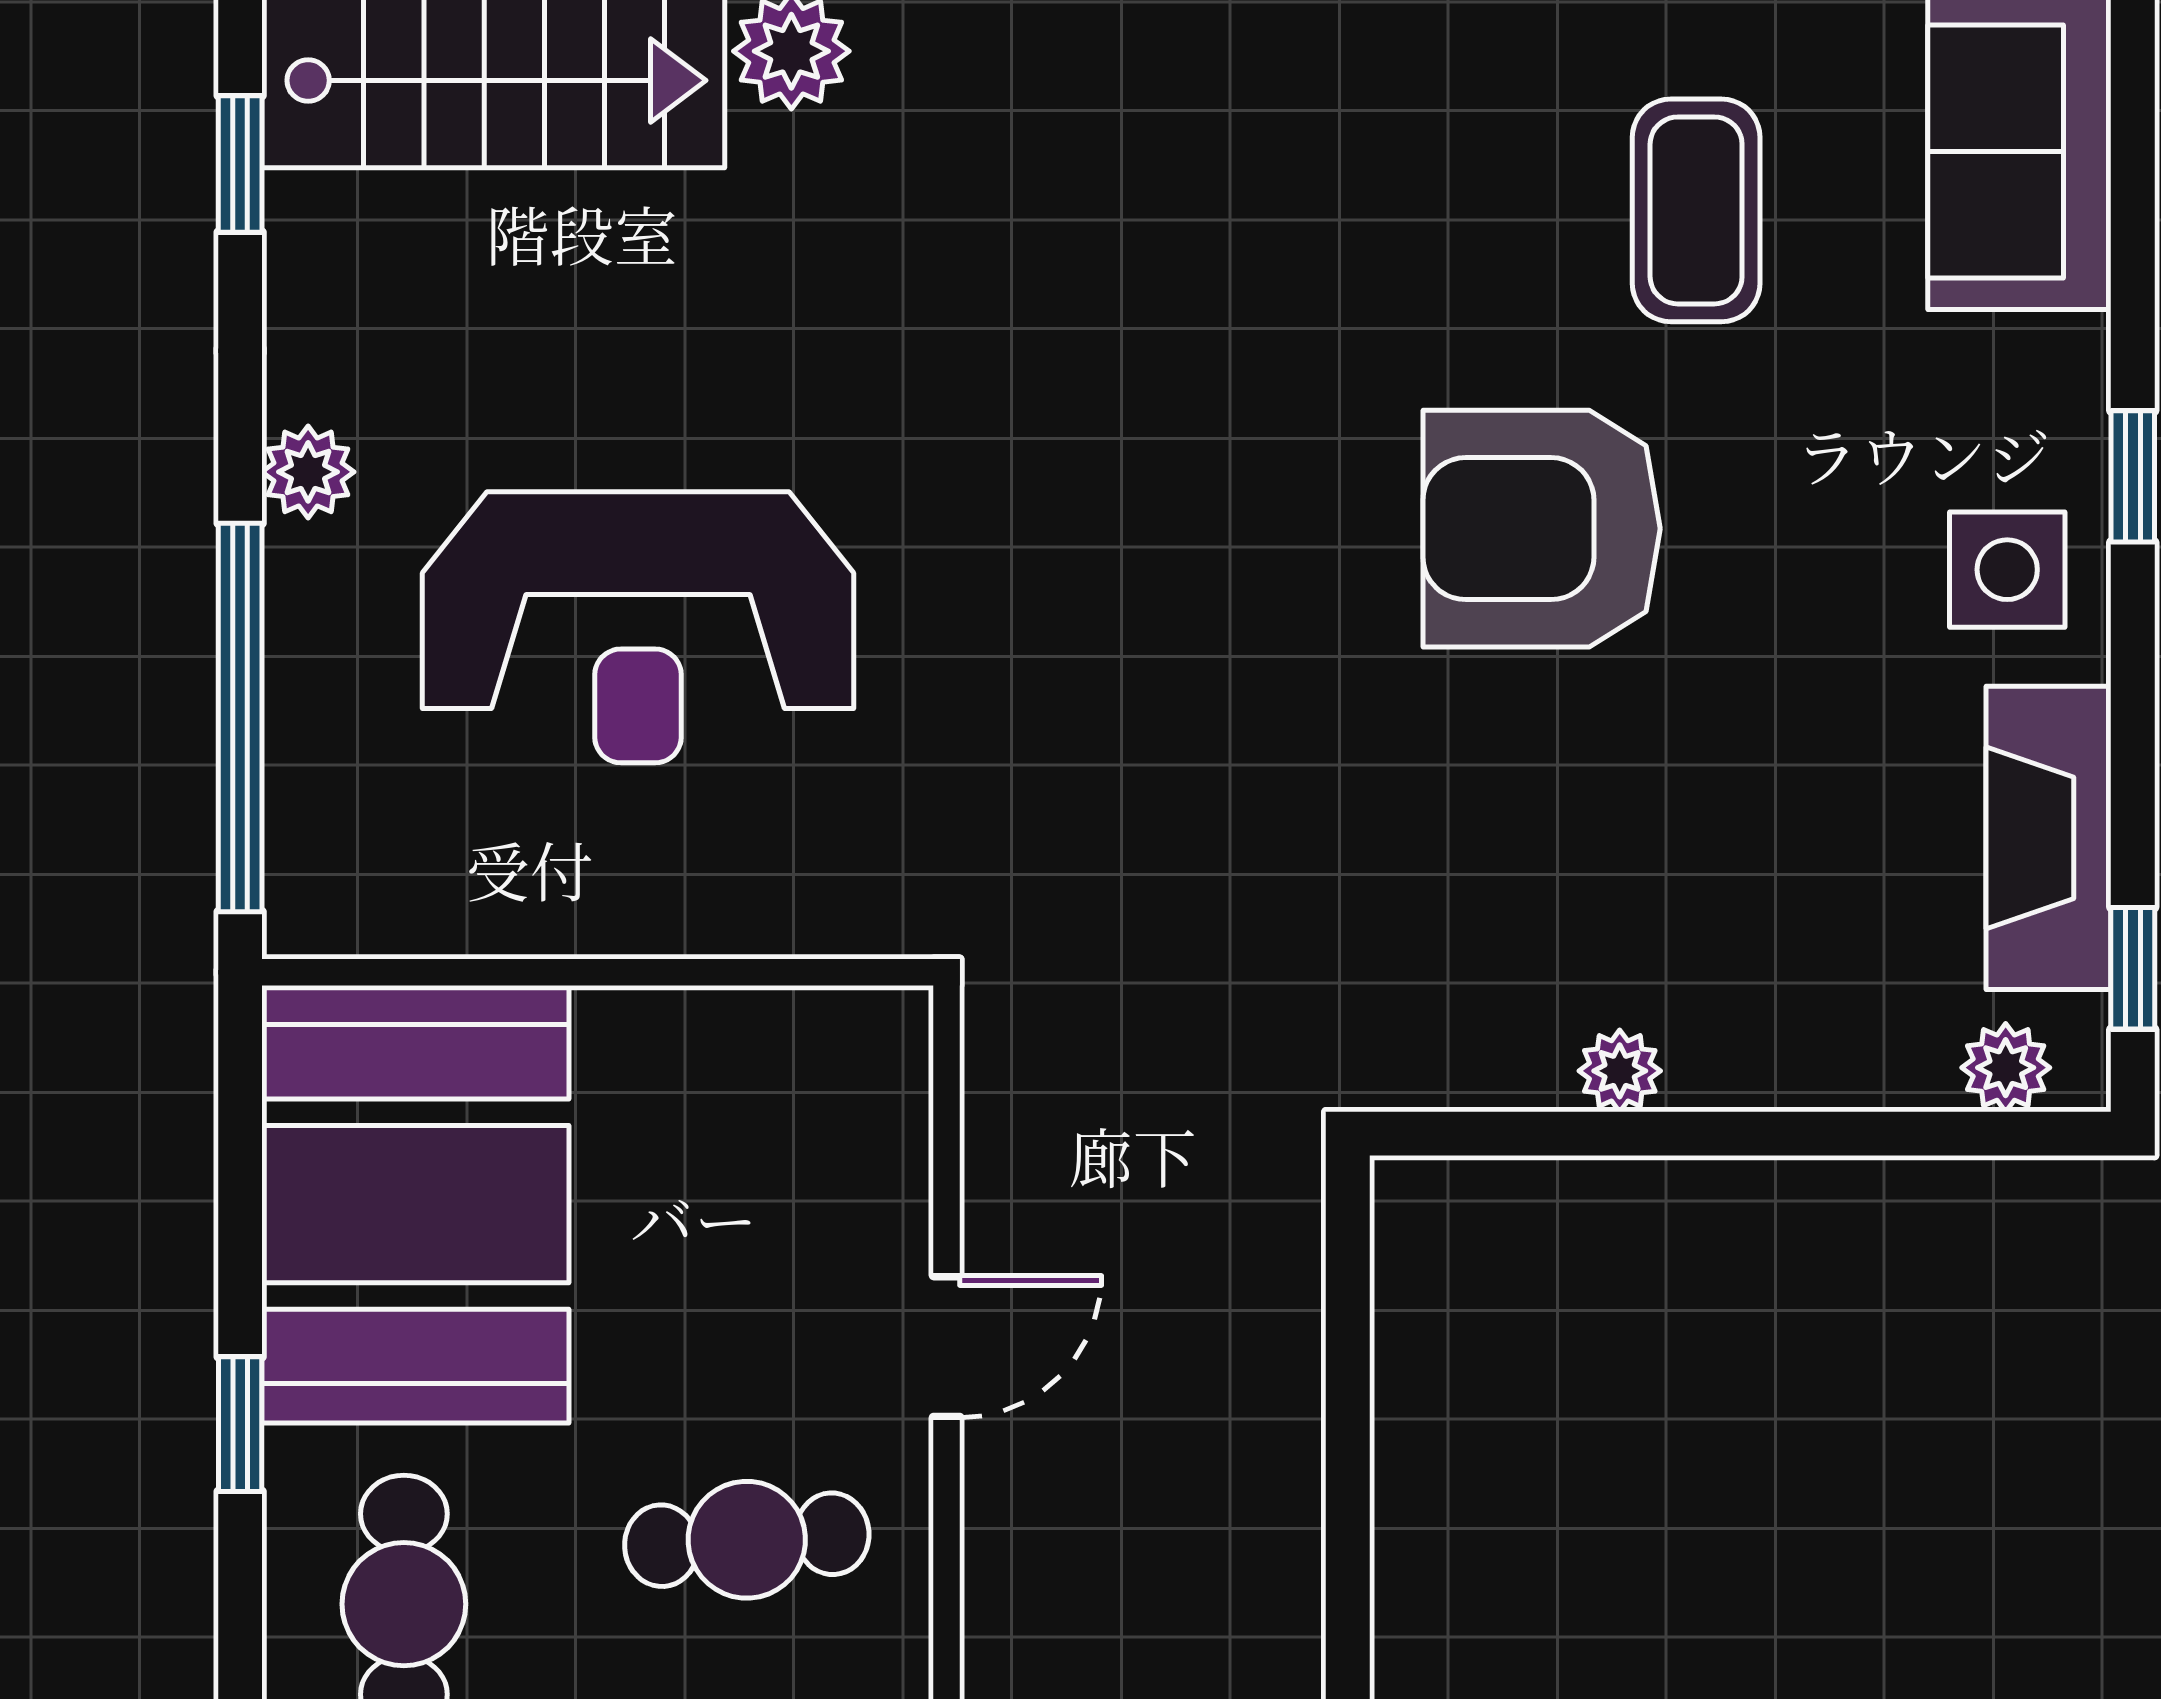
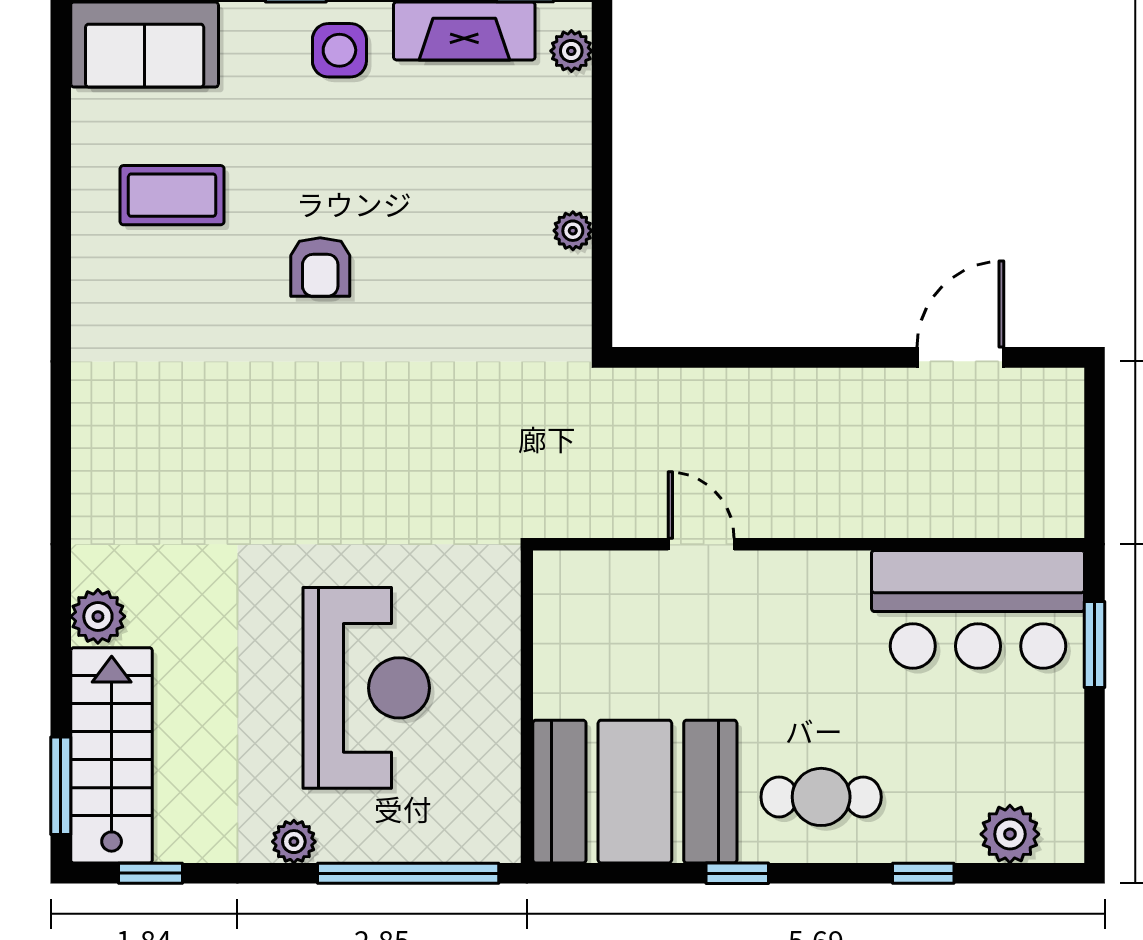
armchair: (1542, 529) -> (320, 267), width x0.53, depth x0.53
cafe table: (747, 1540) -> (791, 637), removed

